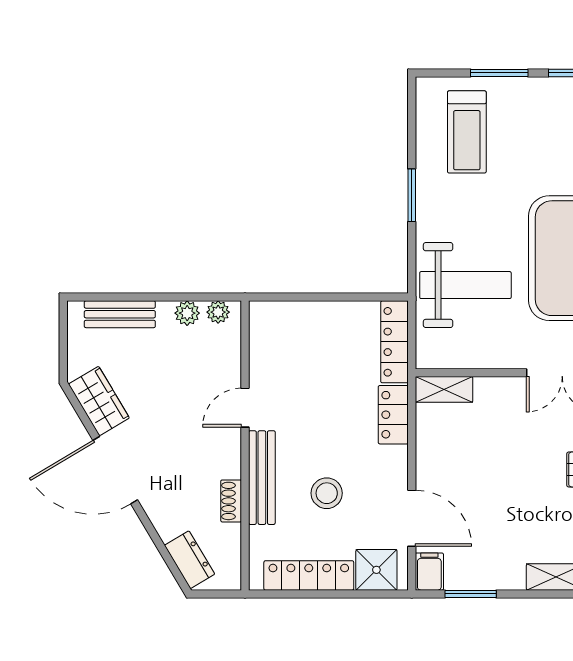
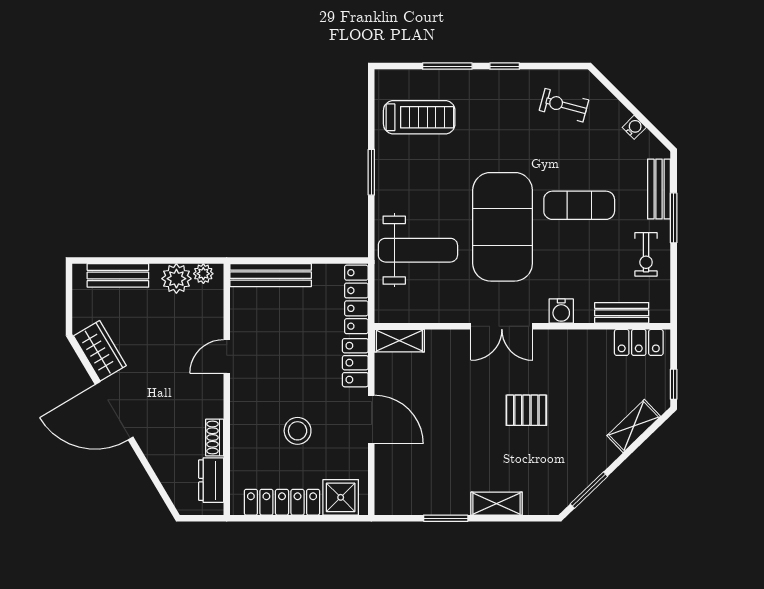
treadmill: (467, 132) -> (419, 117), turned -90
plant: (187, 313) -> (176, 279), width x1.38, depth x1.38
bench: (262, 478) -> (271, 275), moved, turned 90
door: (412, 518) -> (371, 420), moved
dresser: (190, 560) -> (211, 480), moved, turned -149
filing cabinet: (429, 572) -> (387, 499), removed
window: (471, 594) -> (446, 518), moved

